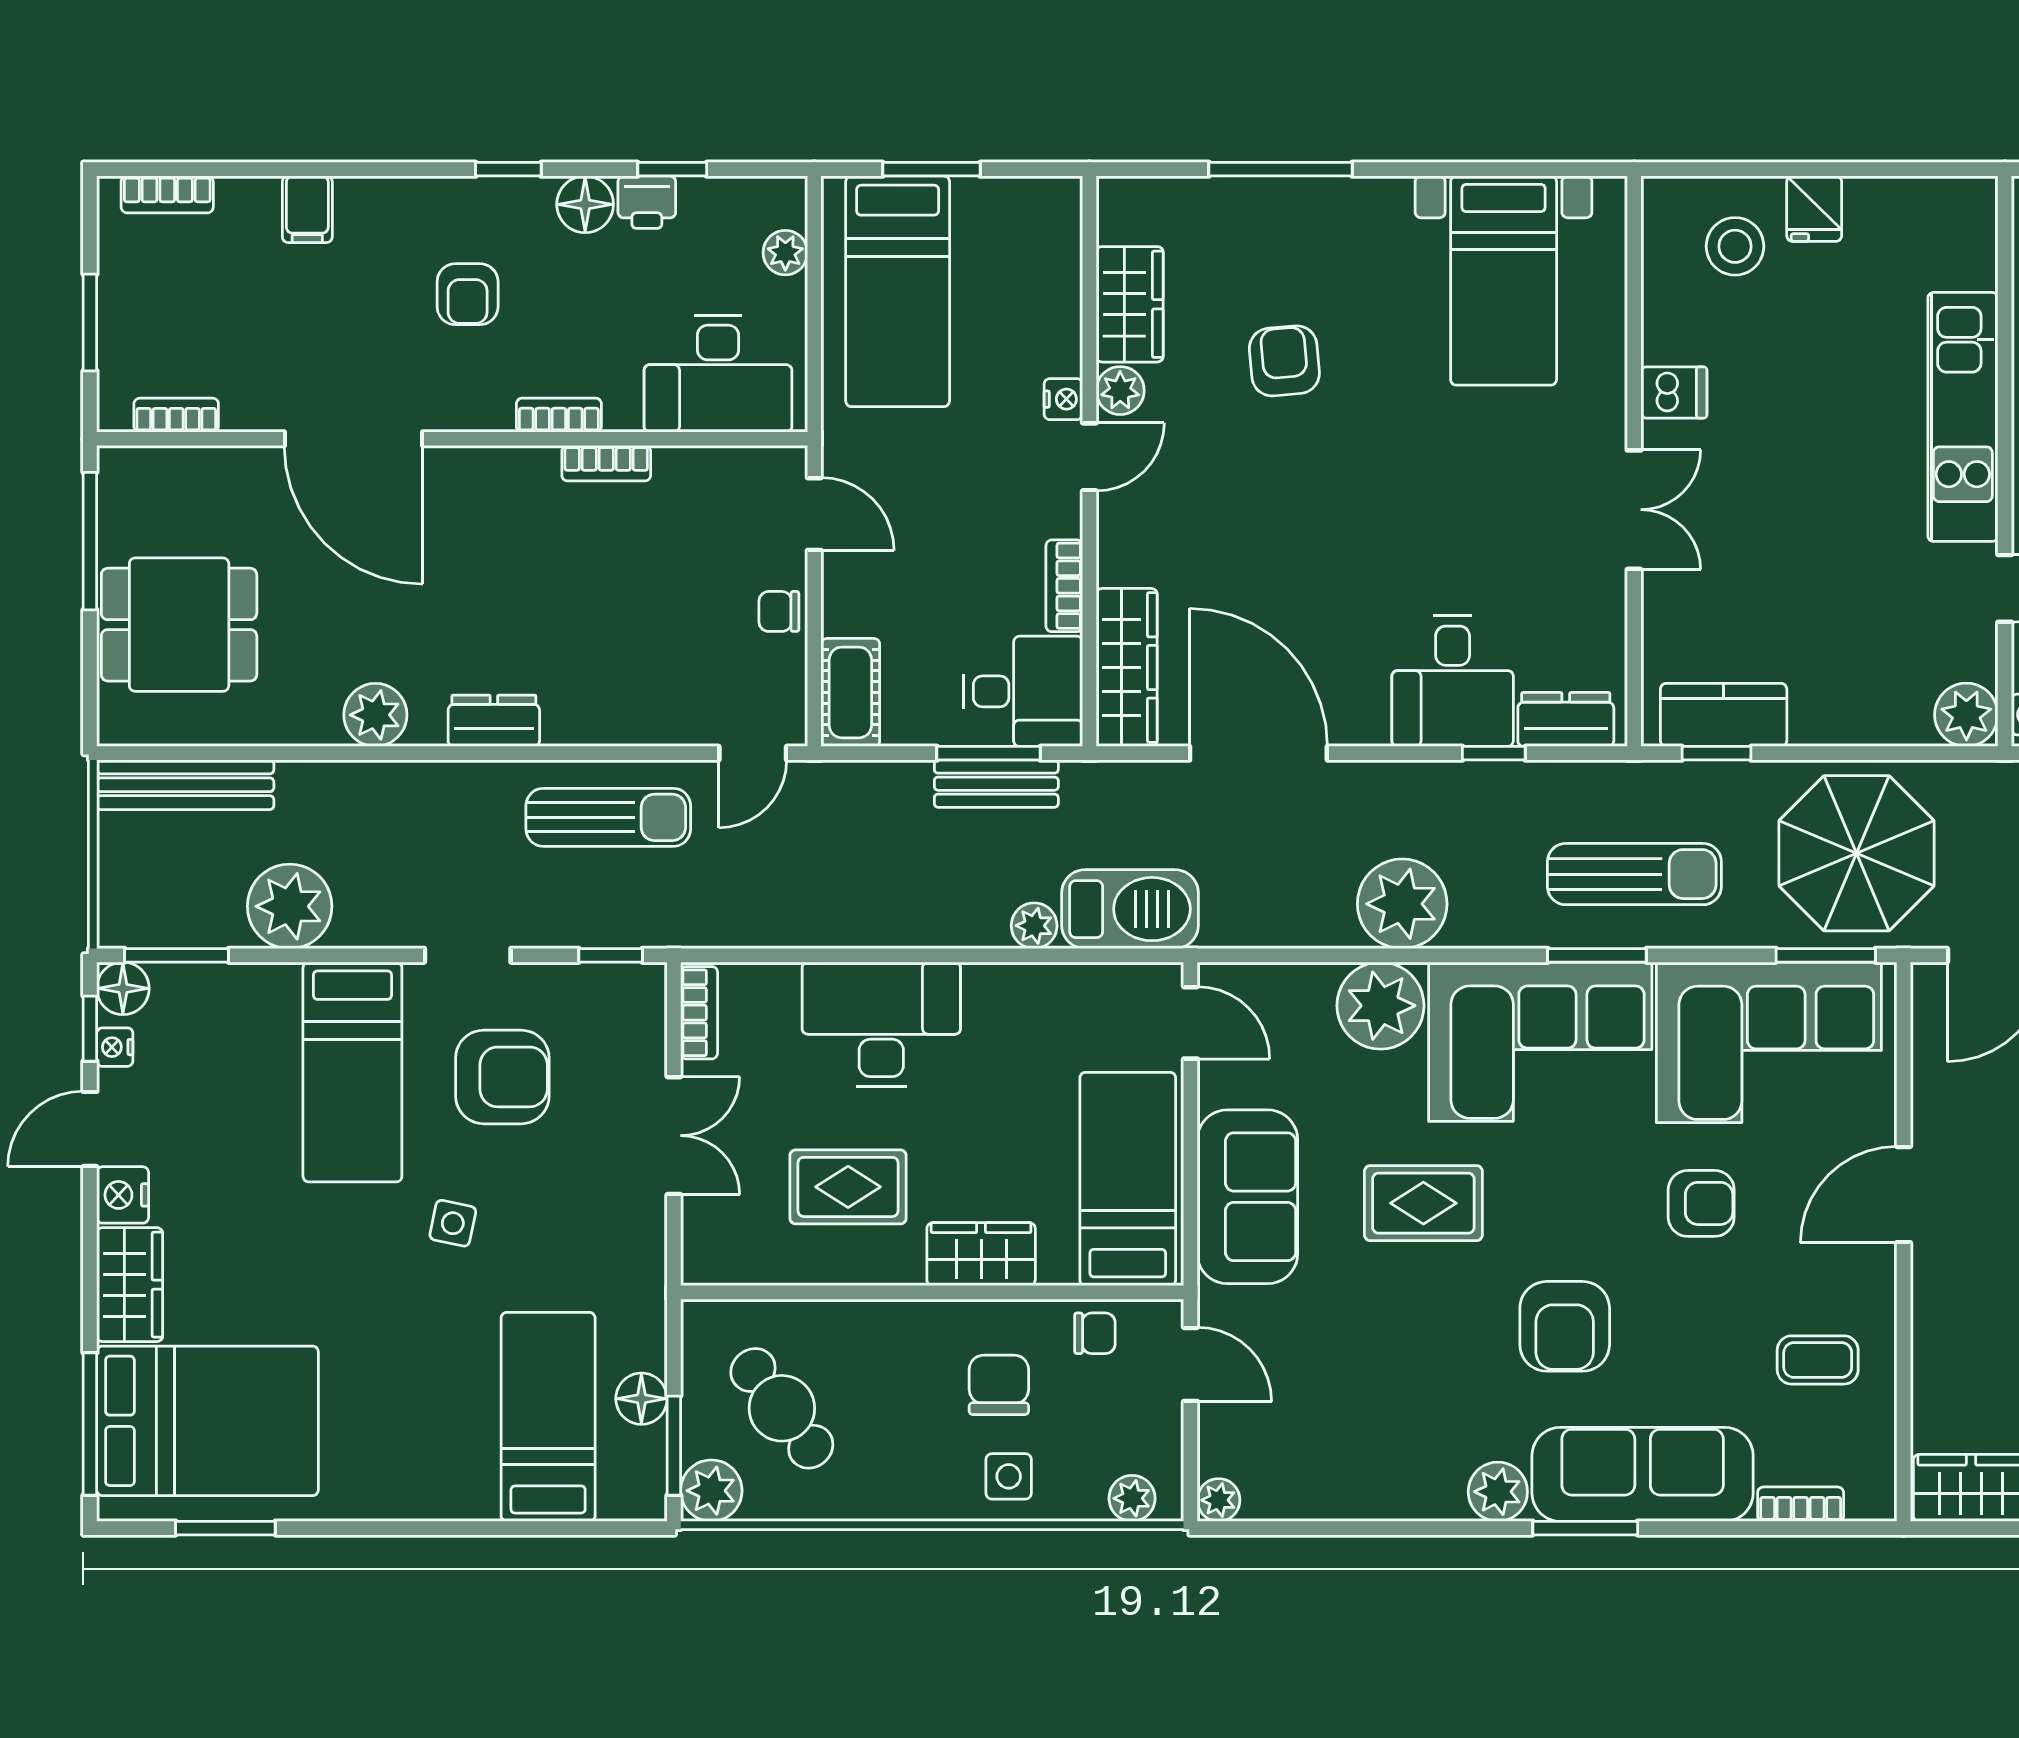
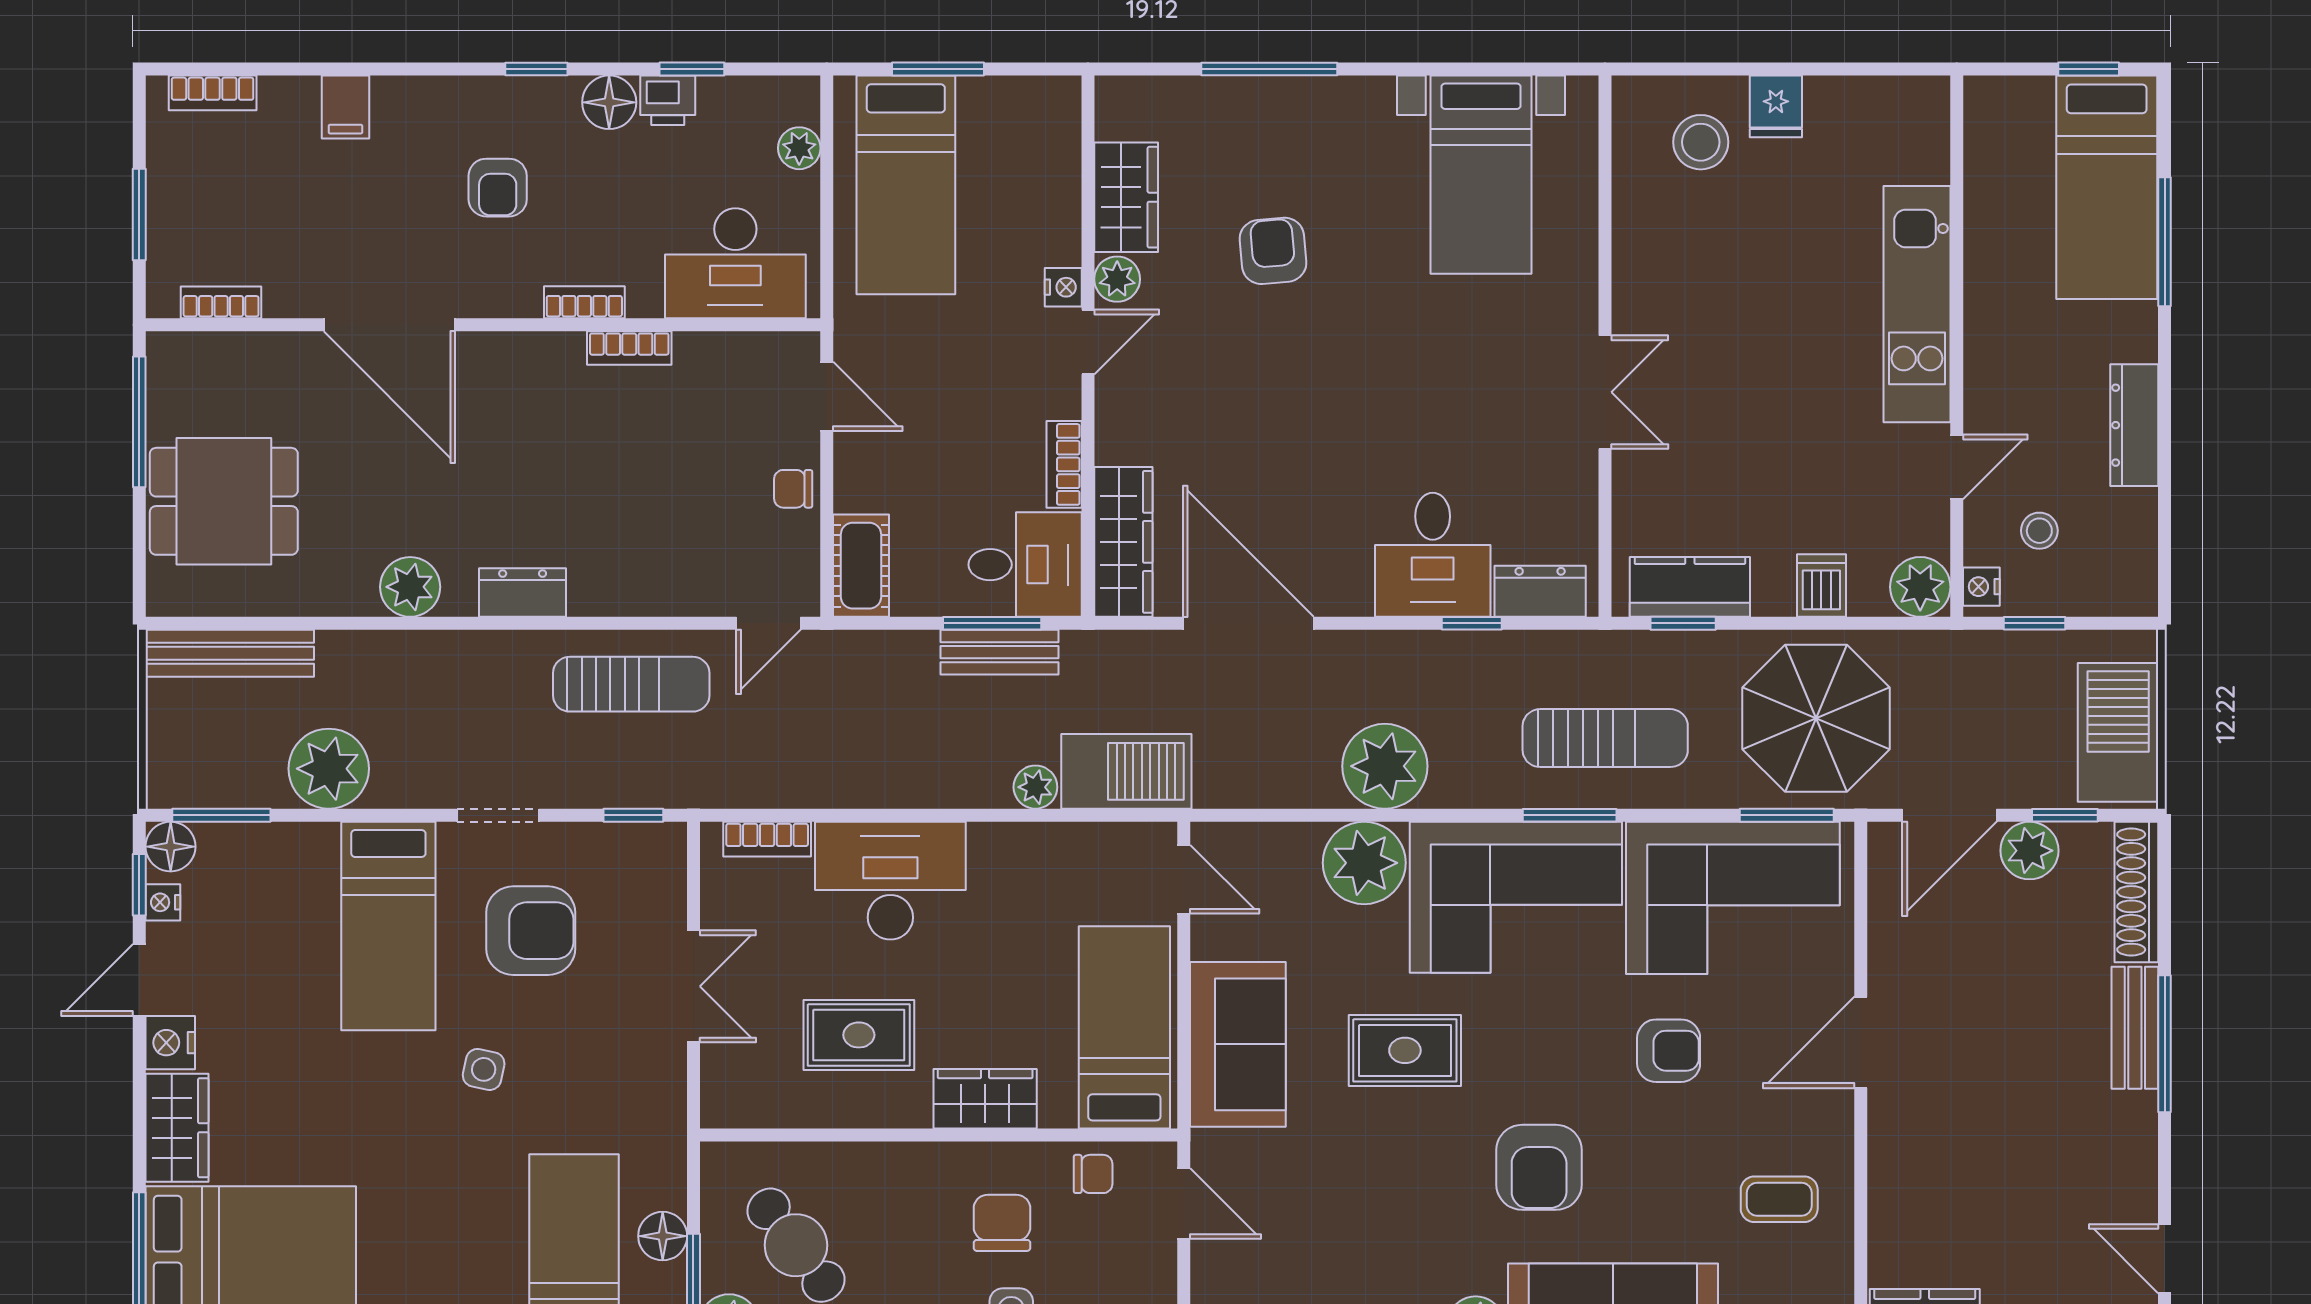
dishwasher: (1674, 392) -> (1821, 586), moved, turned -90
bookcase: (699, 1013) -> (767, 839), moved, turned 90

